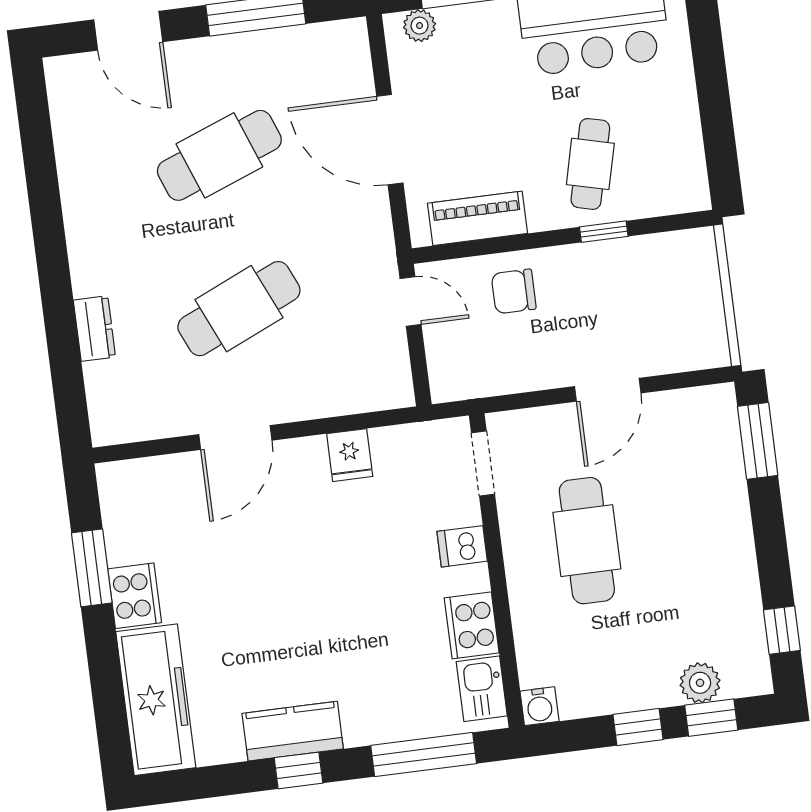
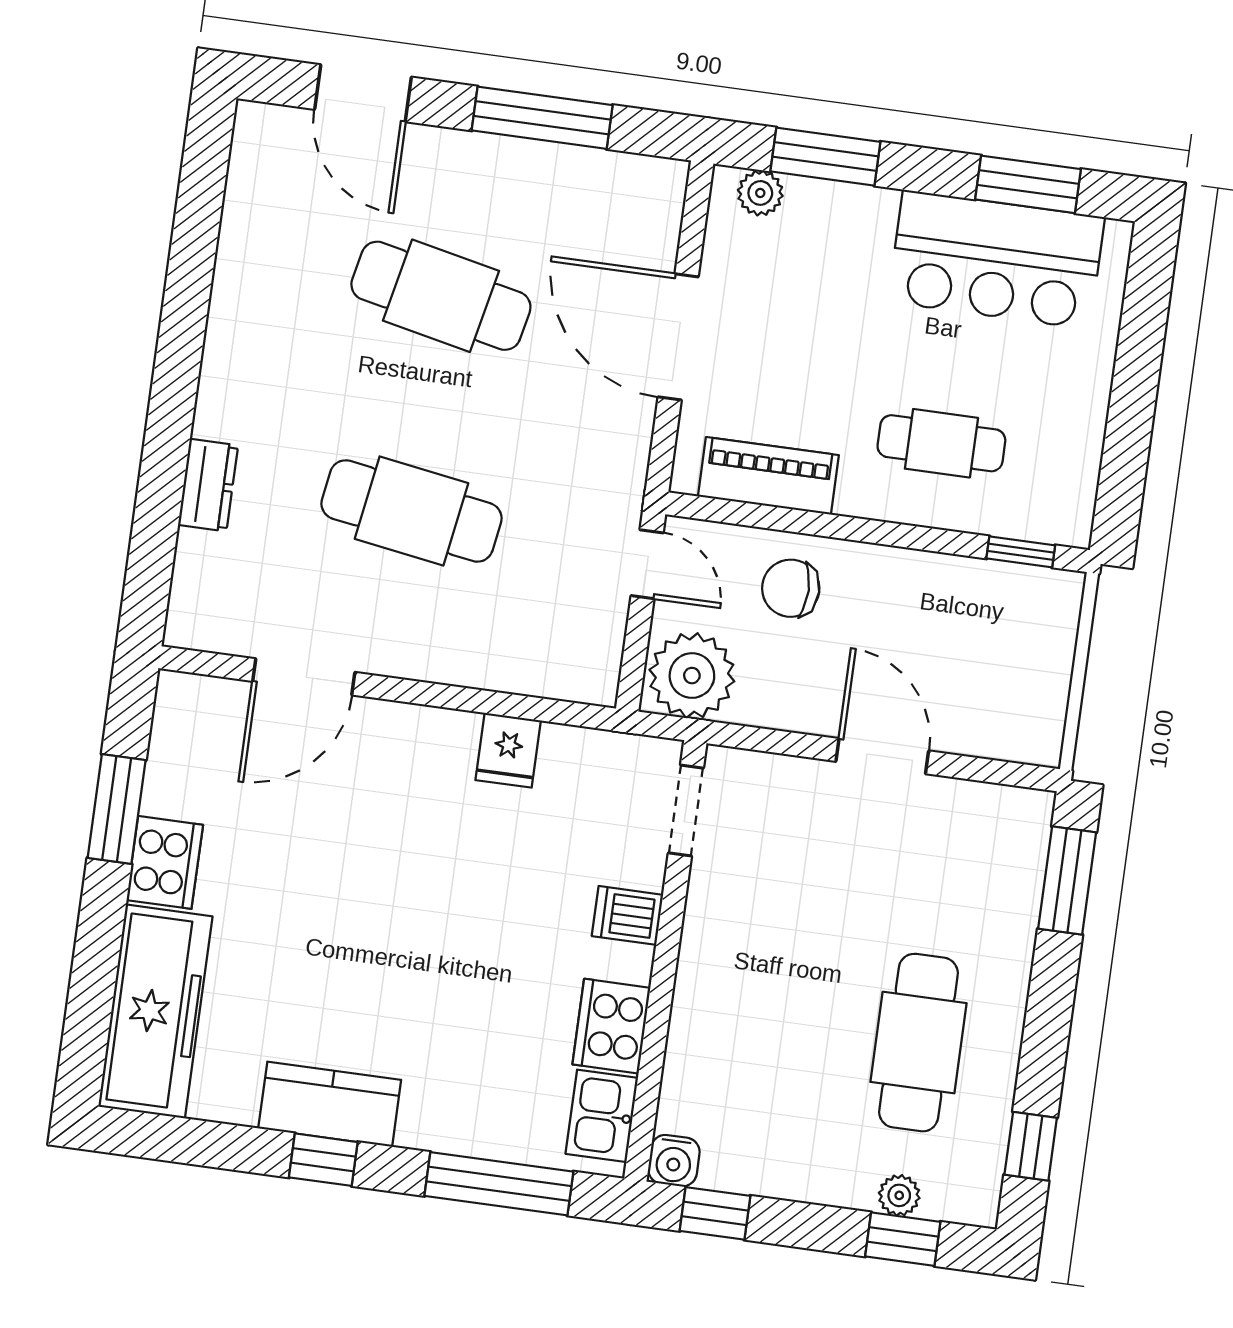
cafe table: (219, 155) -> (441, 296), turned 33
cafe table: (590, 164) -> (941, 443), turned 76
window: (604, 232) -> (1021, 552), moved
cafe table: (239, 309) -> (411, 511), turned 33
plant: (462, 370) -> (692, 676), added
door: (608, 390) -> (882, 756), swing flipped
door: (235, 437) -> (304, 677), moved
cafe table: (587, 541) -> (918, 1043), moved
plant: (700, 683) -> (899, 1195), width x0.73, depth x0.73
window: (638, 727) -> (715, 1213), moved

